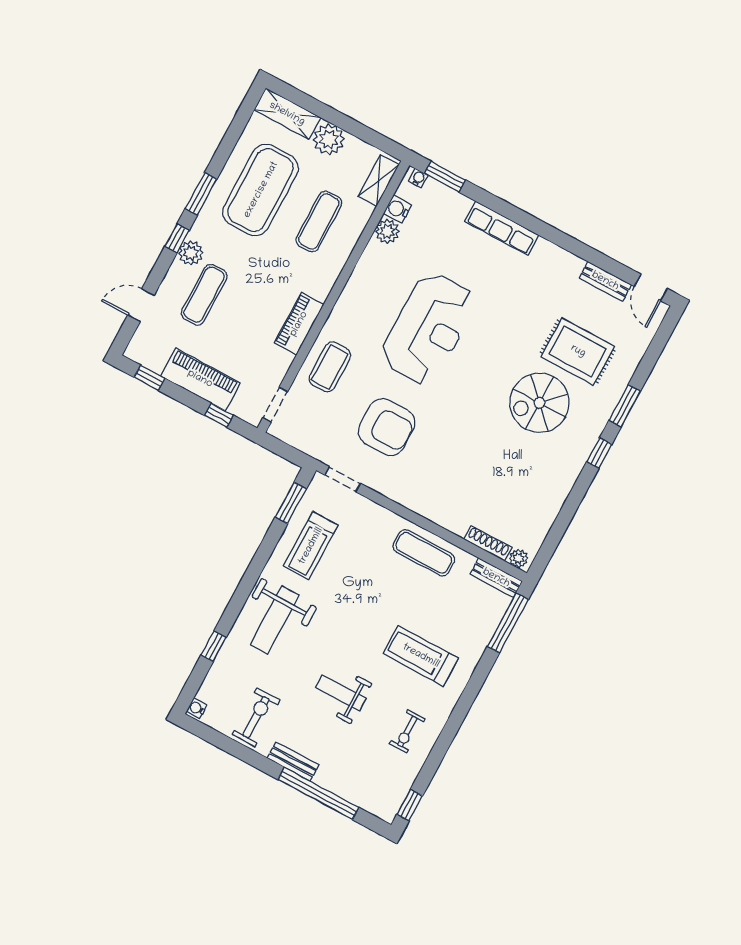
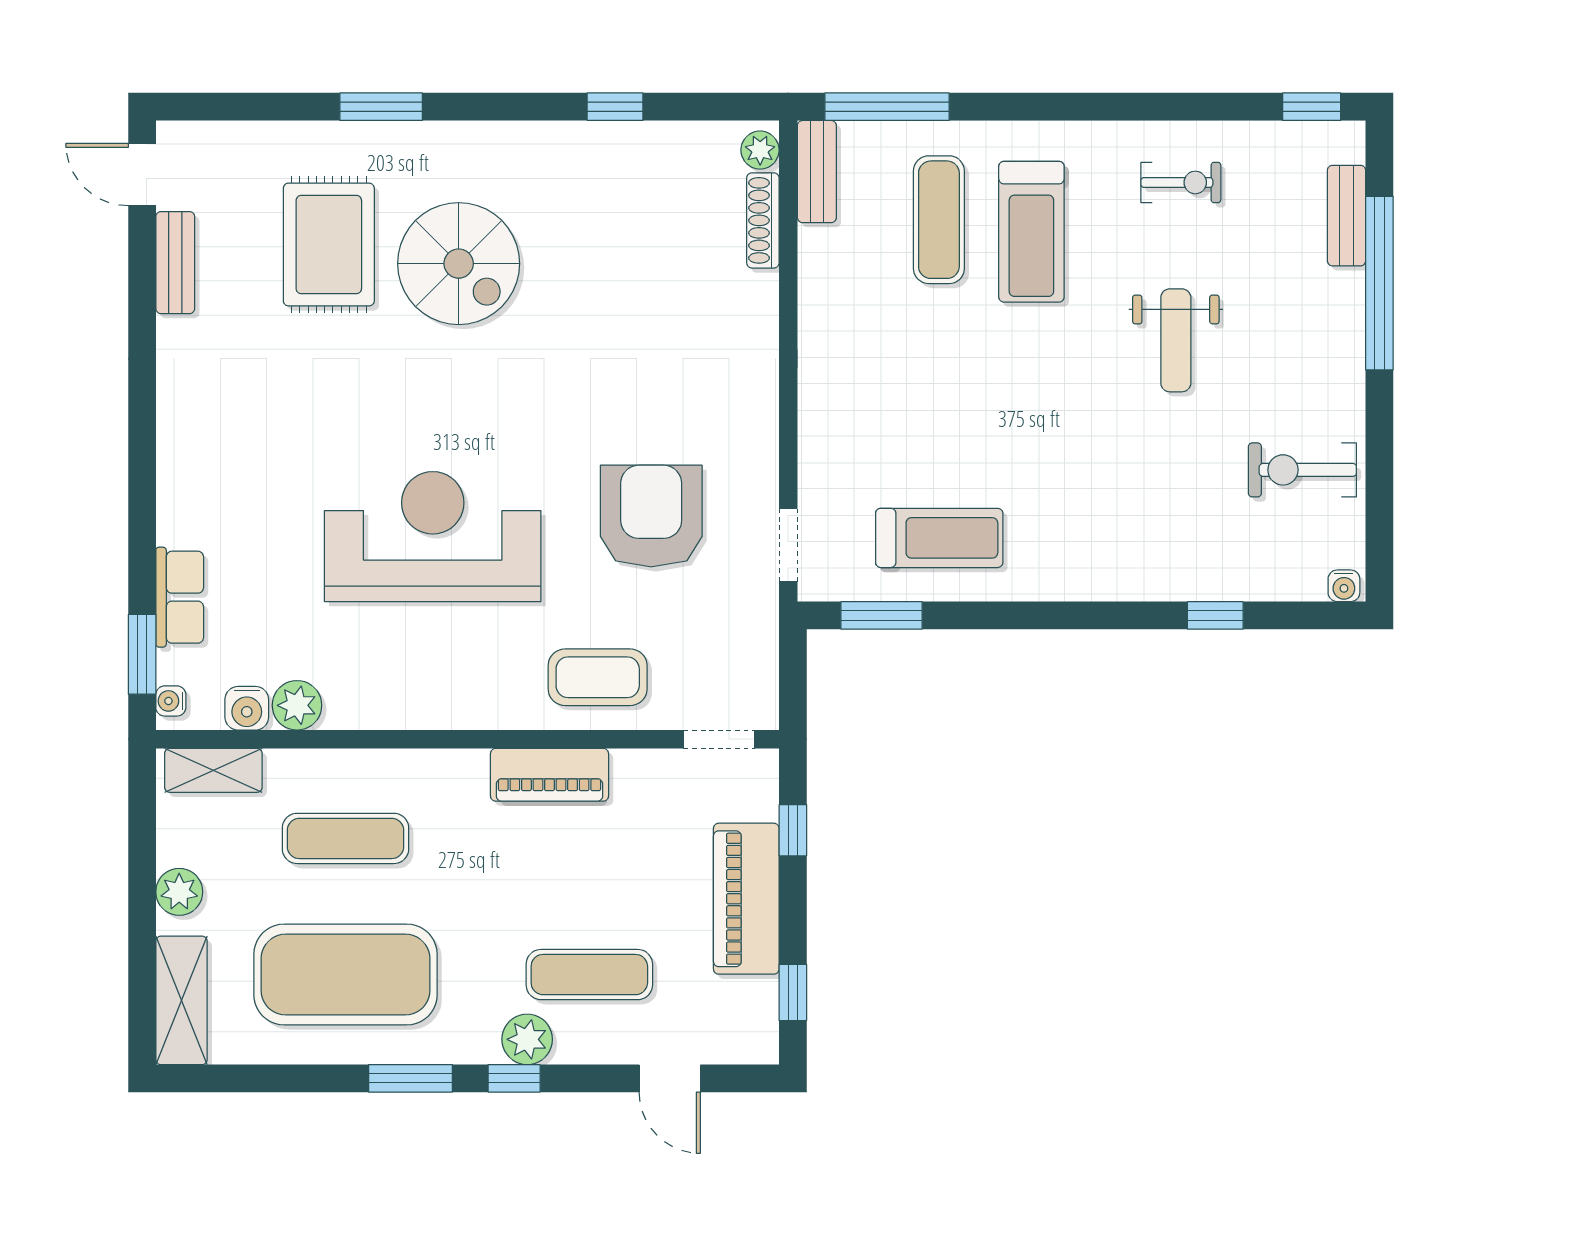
plant: (329, 139) -> (179, 892), width x0.73, depth x0.73
row of seats: (502, 228) -> (180, 597), moved, width x0.68
door: (651, 288) -> (142, 174), swing flipped
window: (599, 453) -> (615, 107), moved
exercise mat: (424, 553) -> (939, 220), moved
weight bench: (275, 620) -> (1108, 531), removed
bench: (293, 762) -> (1347, 216), moved

